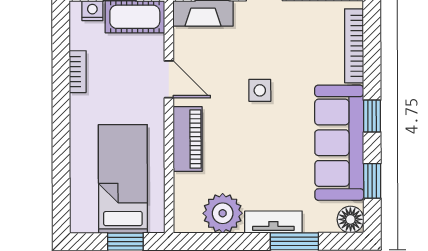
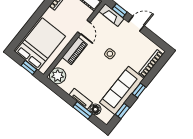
bed: (123, 179) -> (40, 44), width x1.50
plant: (223, 213) -> (58, 76), moved
floor lamp: (350, 219) -> (95, 109), moved

